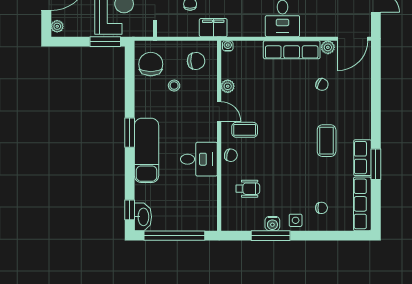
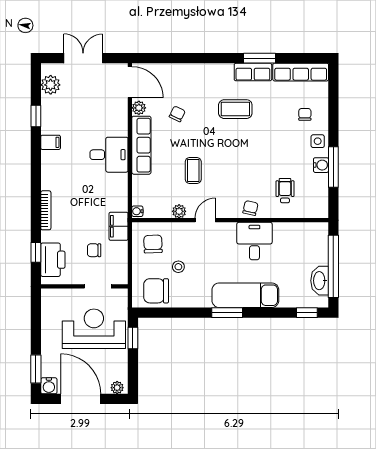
window: (105, 42) -> (133, 338), width x0.67
coffee table: (245, 130) -> (193, 171), moved
washbasin: (143, 217) -> (320, 281), moved, turned -90

